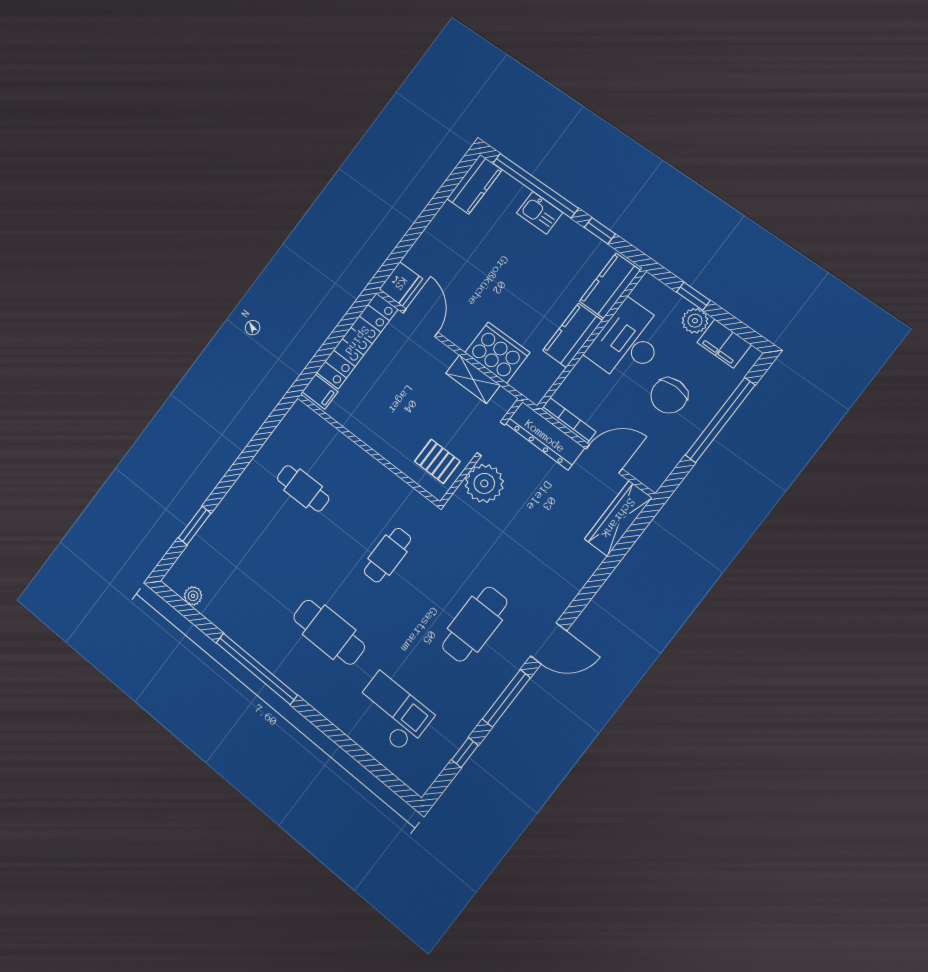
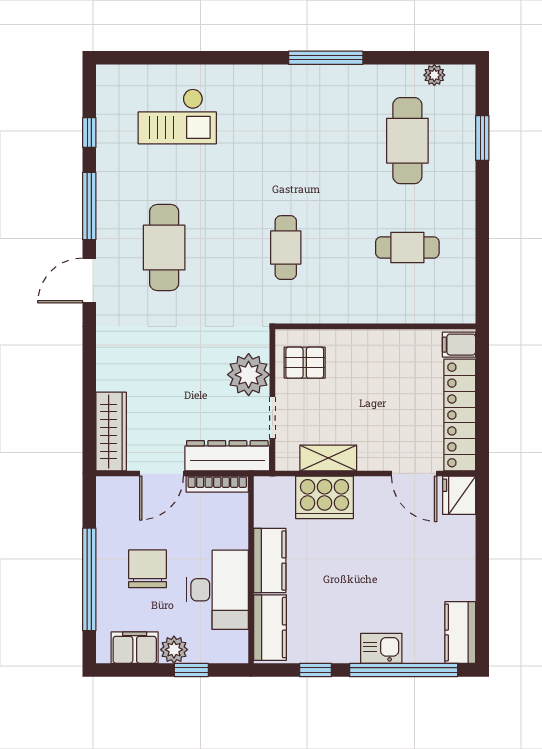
cafe table: (329, 632) -> (407, 141), moved, turned 90
window: (257, 669) -> (326, 58), width x0.68

